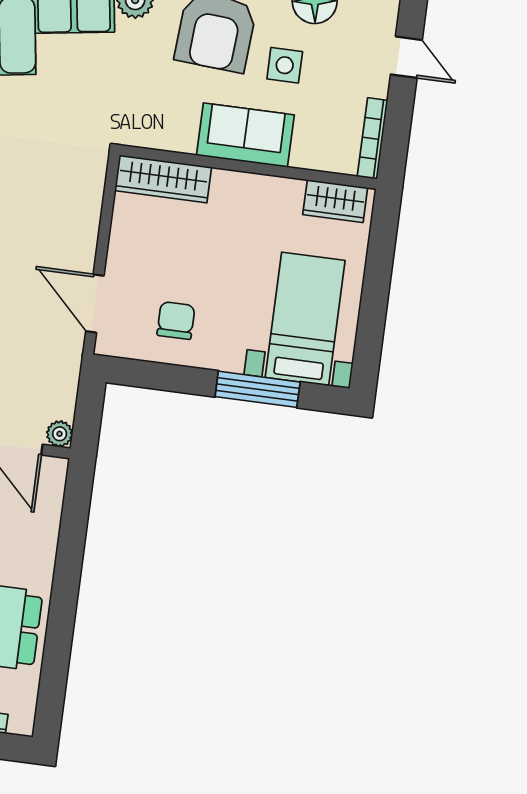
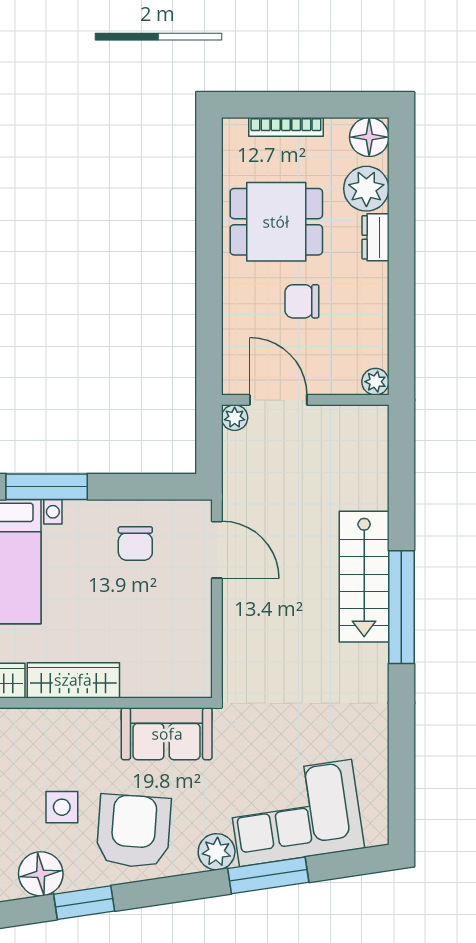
sofa: (245, 135) -> (167, 734), moved
wardrobe: (163, 179) -> (73, 680), moved

